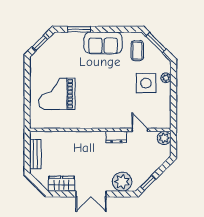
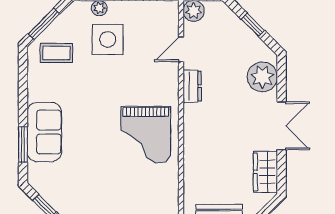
sofa: (103, 43) -> (44, 132), moved
grand piano: (57, 94) -> (146, 135), moved
window: (148, 183) -> (253, 25), moved

